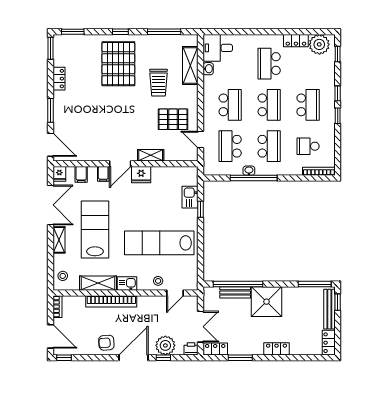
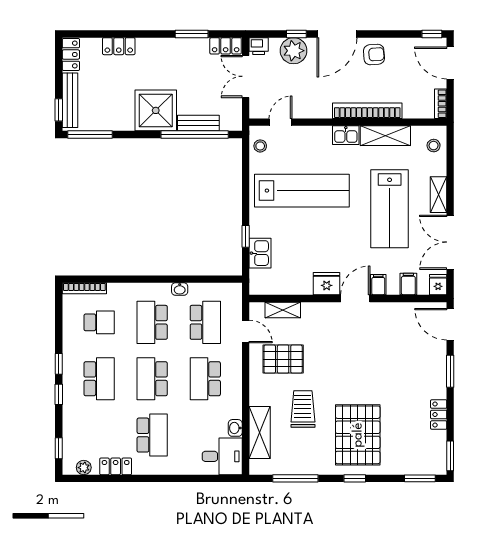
plant: (319, 44) -> (84, 468), width x0.53, depth x0.53
school desk: (308, 105) -> (99, 379), turned 180
shelving: (151, 155) -> (283, 310), moved
window: (254, 178) -> (173, 279), removed
stool: (158, 281) -> (260, 146), moved
locker: (276, 349) -> (119, 46), moved

